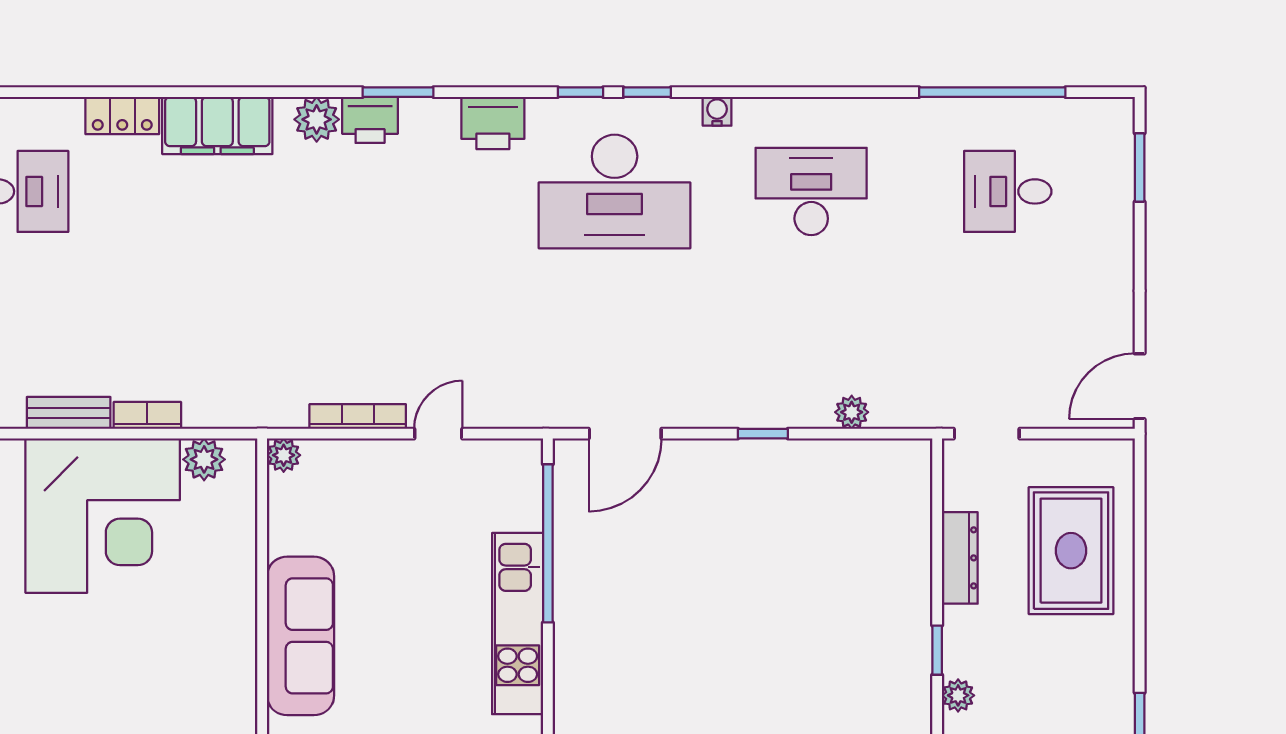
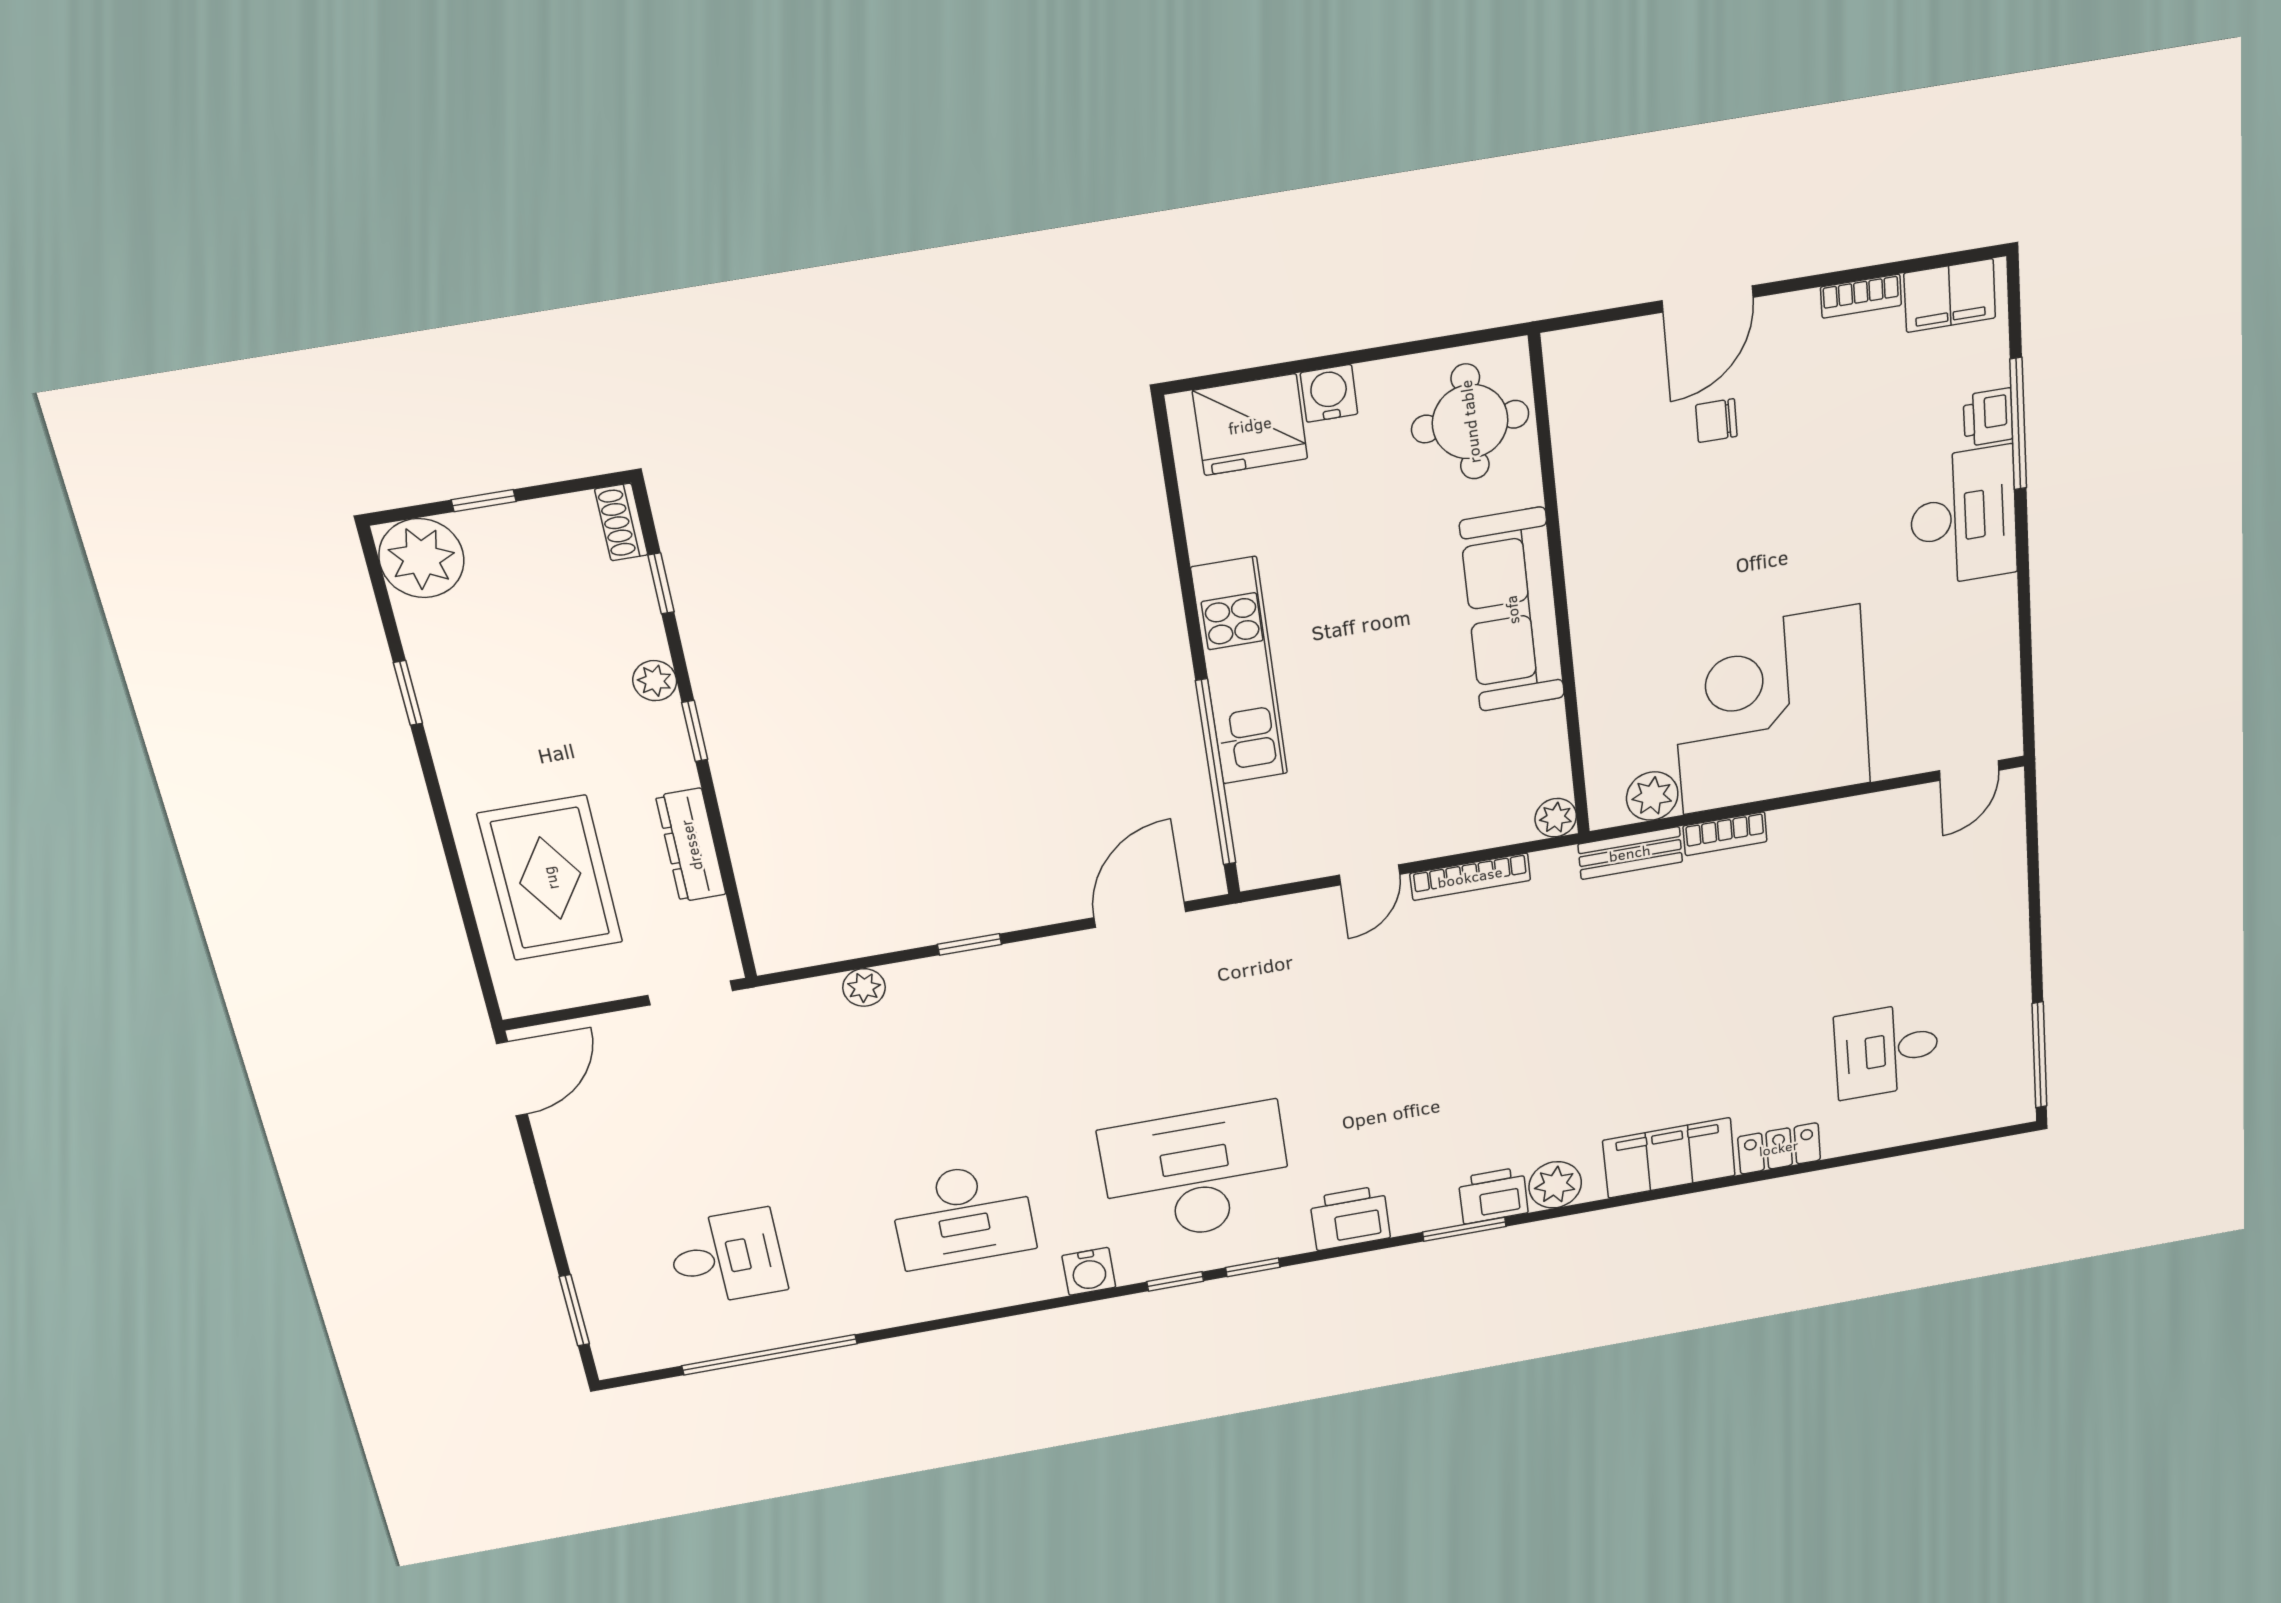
water cooler: (717, 111) -> (1089, 1271), width x1.38, depth x1.38
bench: (69, 413) -> (1630, 853), moved

